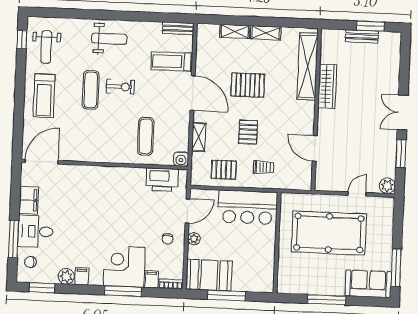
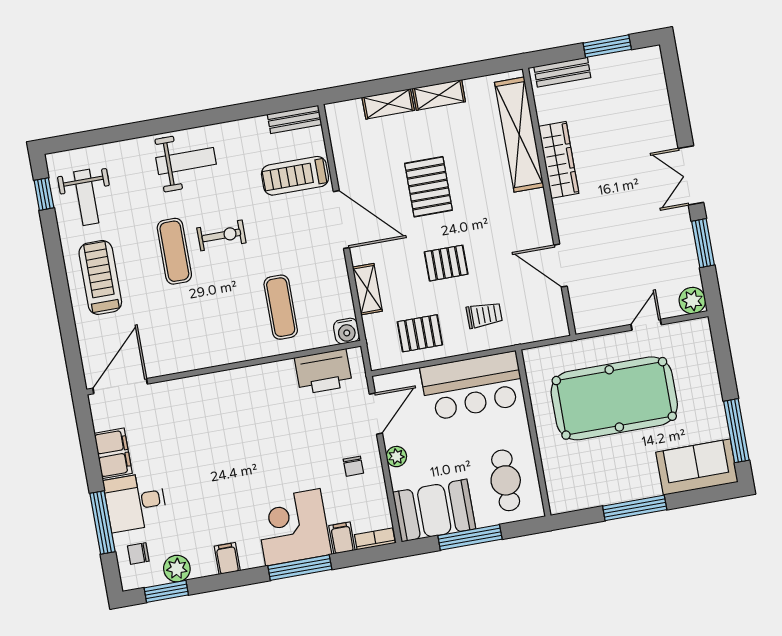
bench: (362, 36) -> (562, 72), moved
pallet: (248, 85) -> (429, 187), turned 90
treadmill: (44, 96) -> (100, 277), turned 180
pallet: (248, 132) -> (446, 263), turned 90
cafe table: (255, 267) -> (506, 480), added
plant: (66, 276) -> (177, 569), moved

